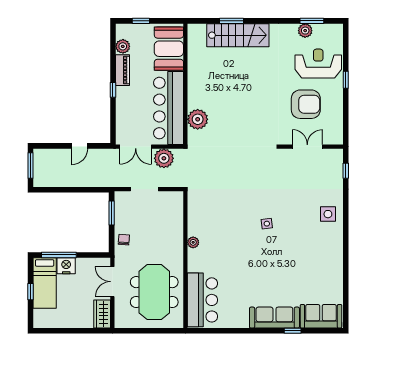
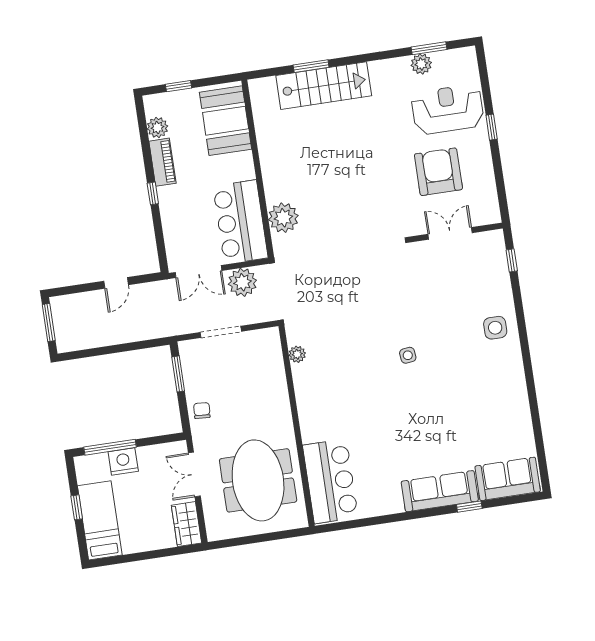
armchair: (306, 104) -> (438, 172), turned -90
bar counter: (169, 108) -> (240, 222), width x0.73
plant: (193, 242) -> (297, 354), moved
bed: (45, 283) -> (100, 520), moved, turned 180

